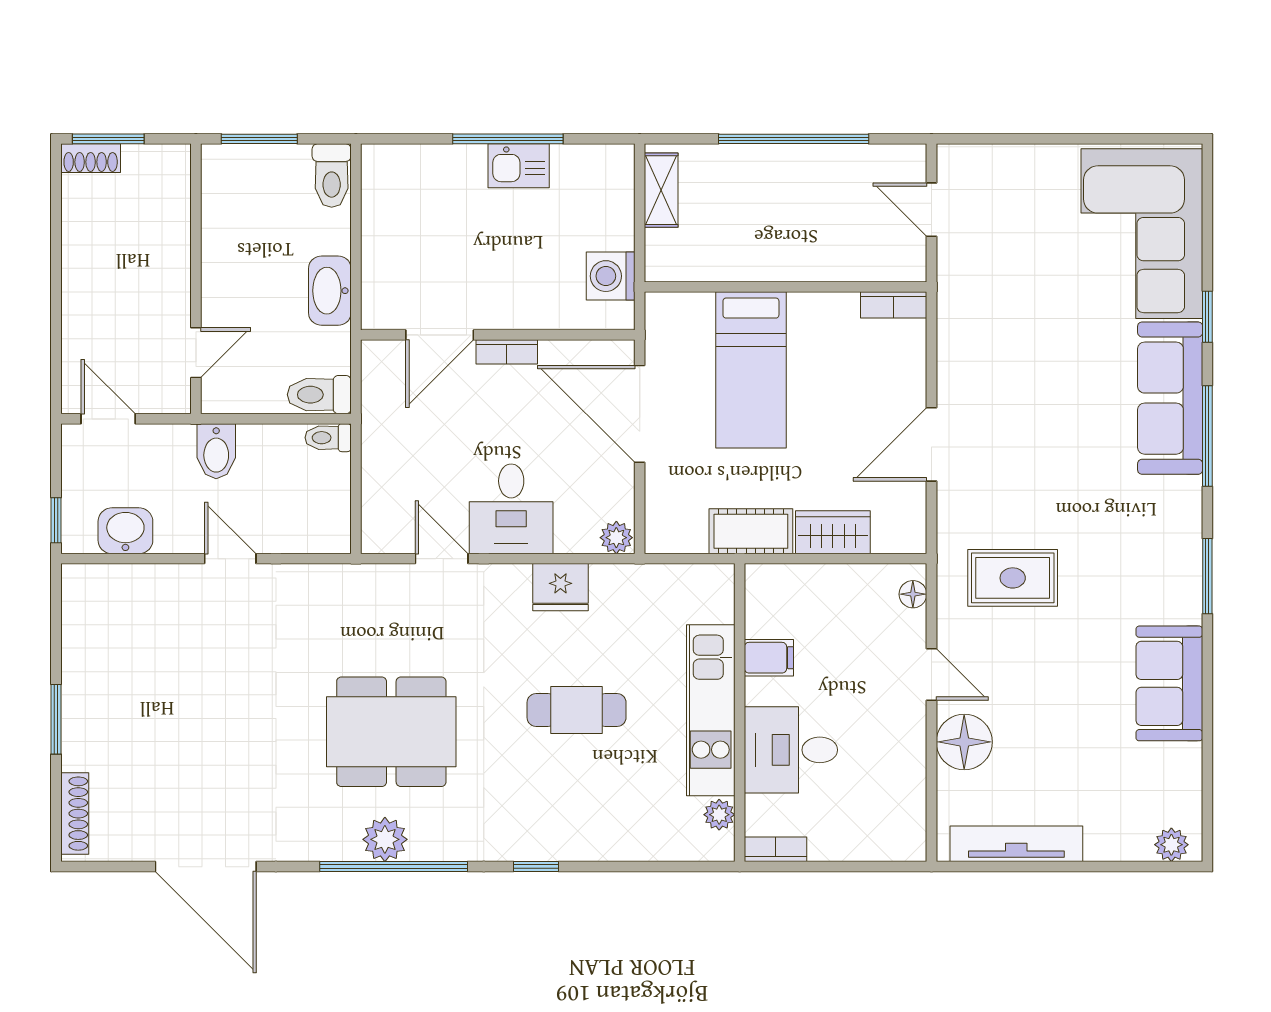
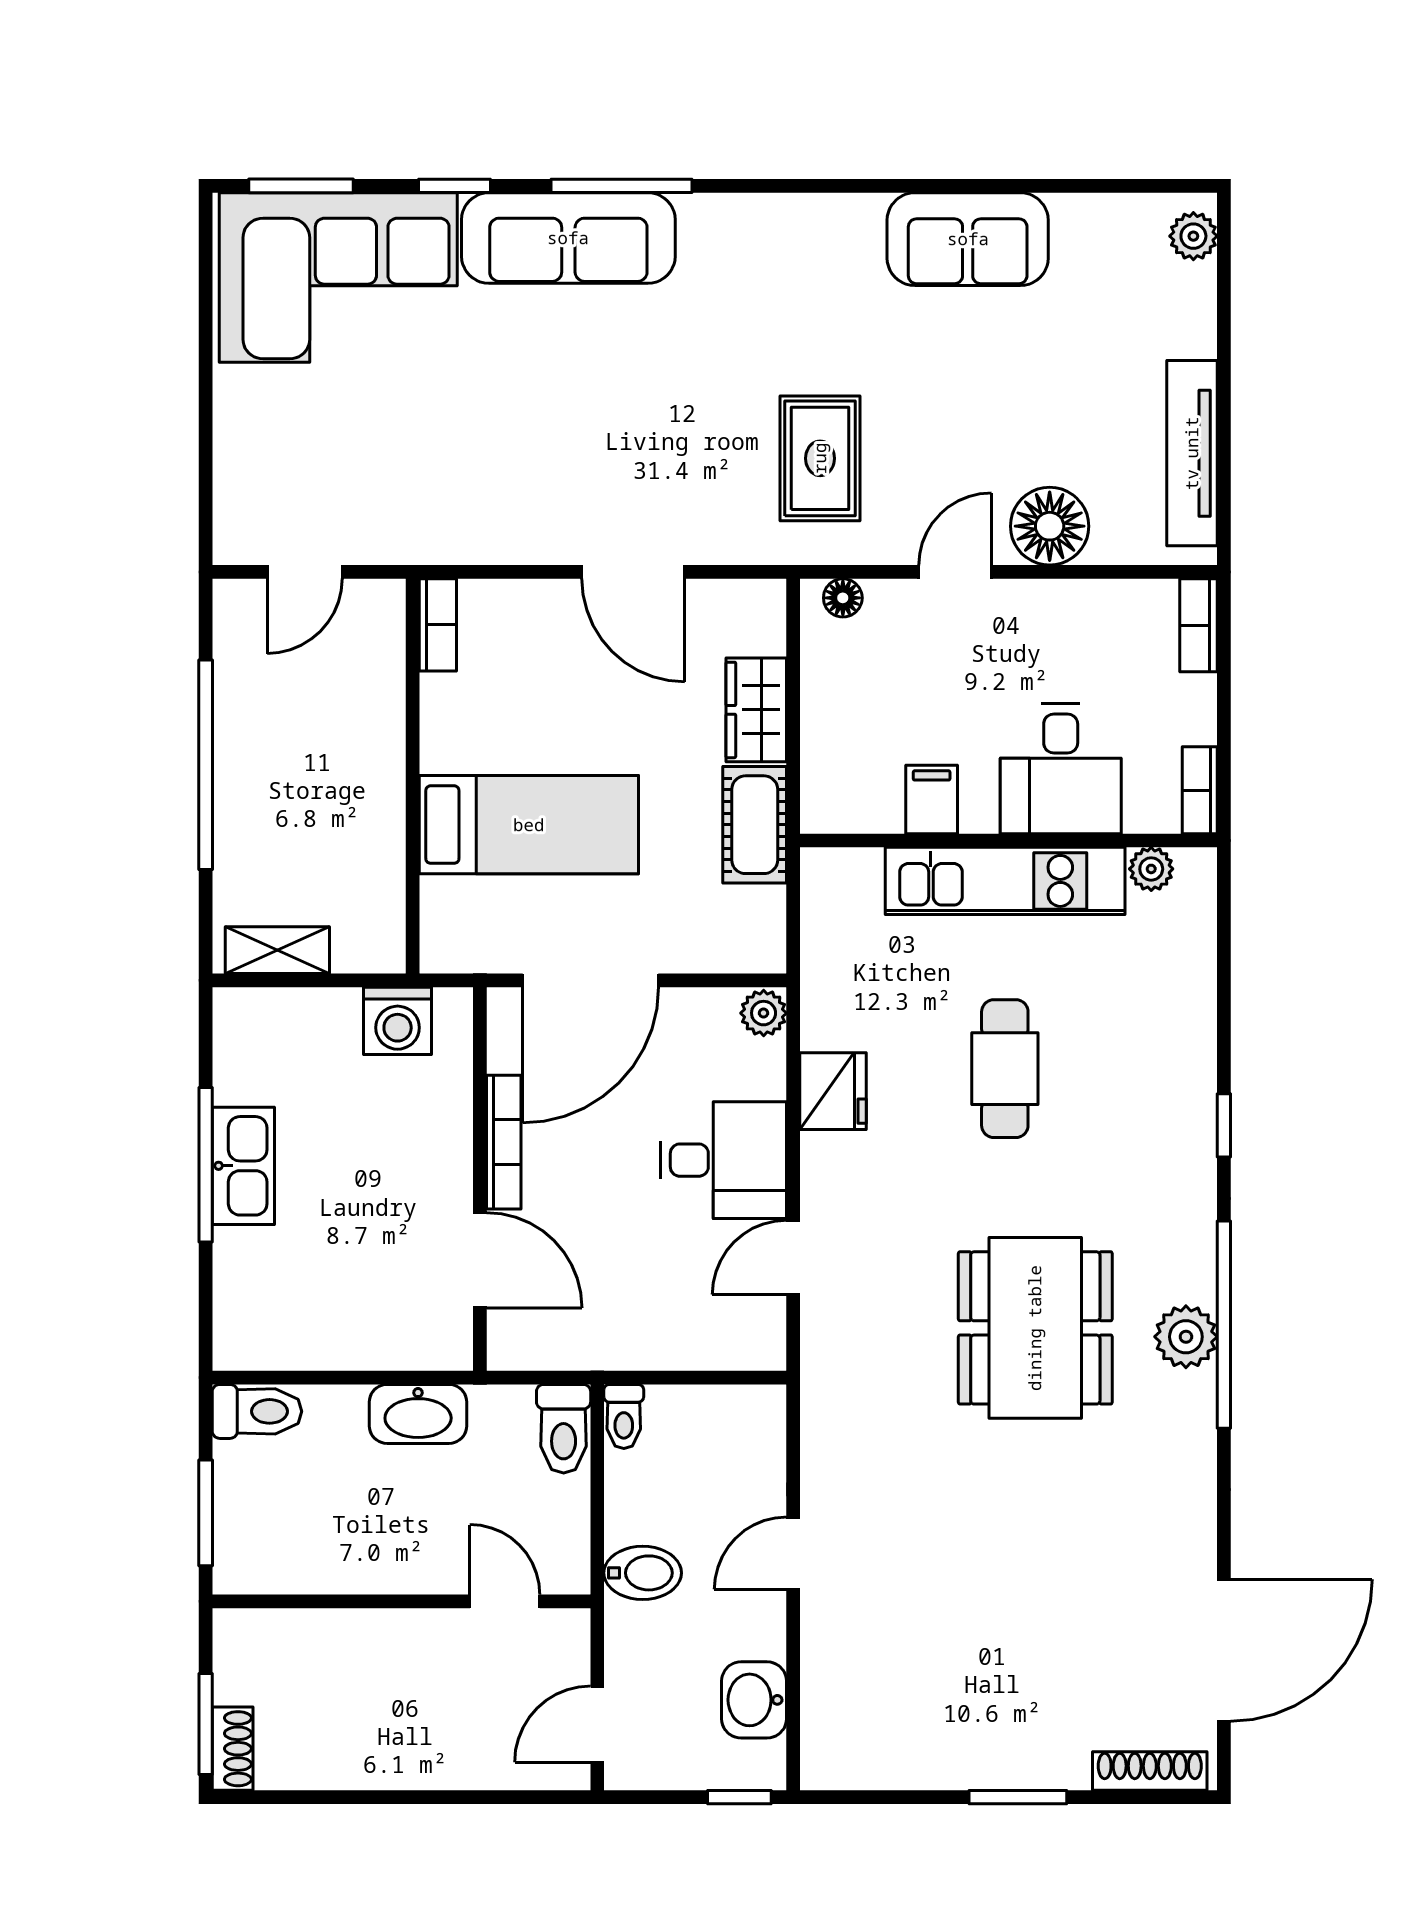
kitchen sink: (519, 166) -> (243, 1166), width x1.38
bookcase: (507, 352) -> (504, 1142), width x1.56
window: (1207, 576) -> (301, 186), moved
bookcase: (893, 848) -> (1199, 625), added
door: (206, 867) -> (1224, 1650), moved

